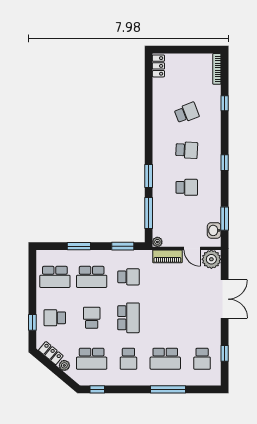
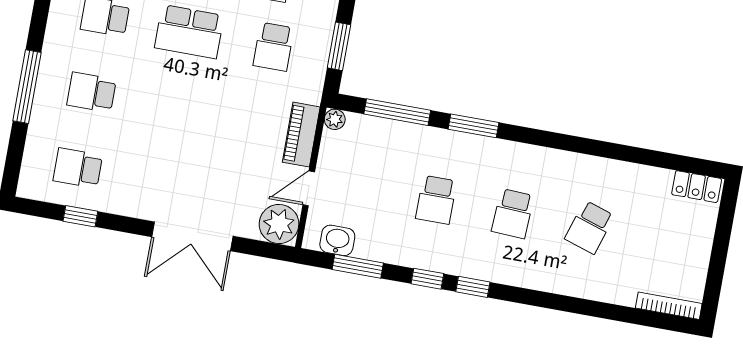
window: (225, 103) -> (427, 279), moved
school desk: (187, 113) -> (590, 227), turned 39
school desk: (165, 359) -> (91, 92), width x0.54

